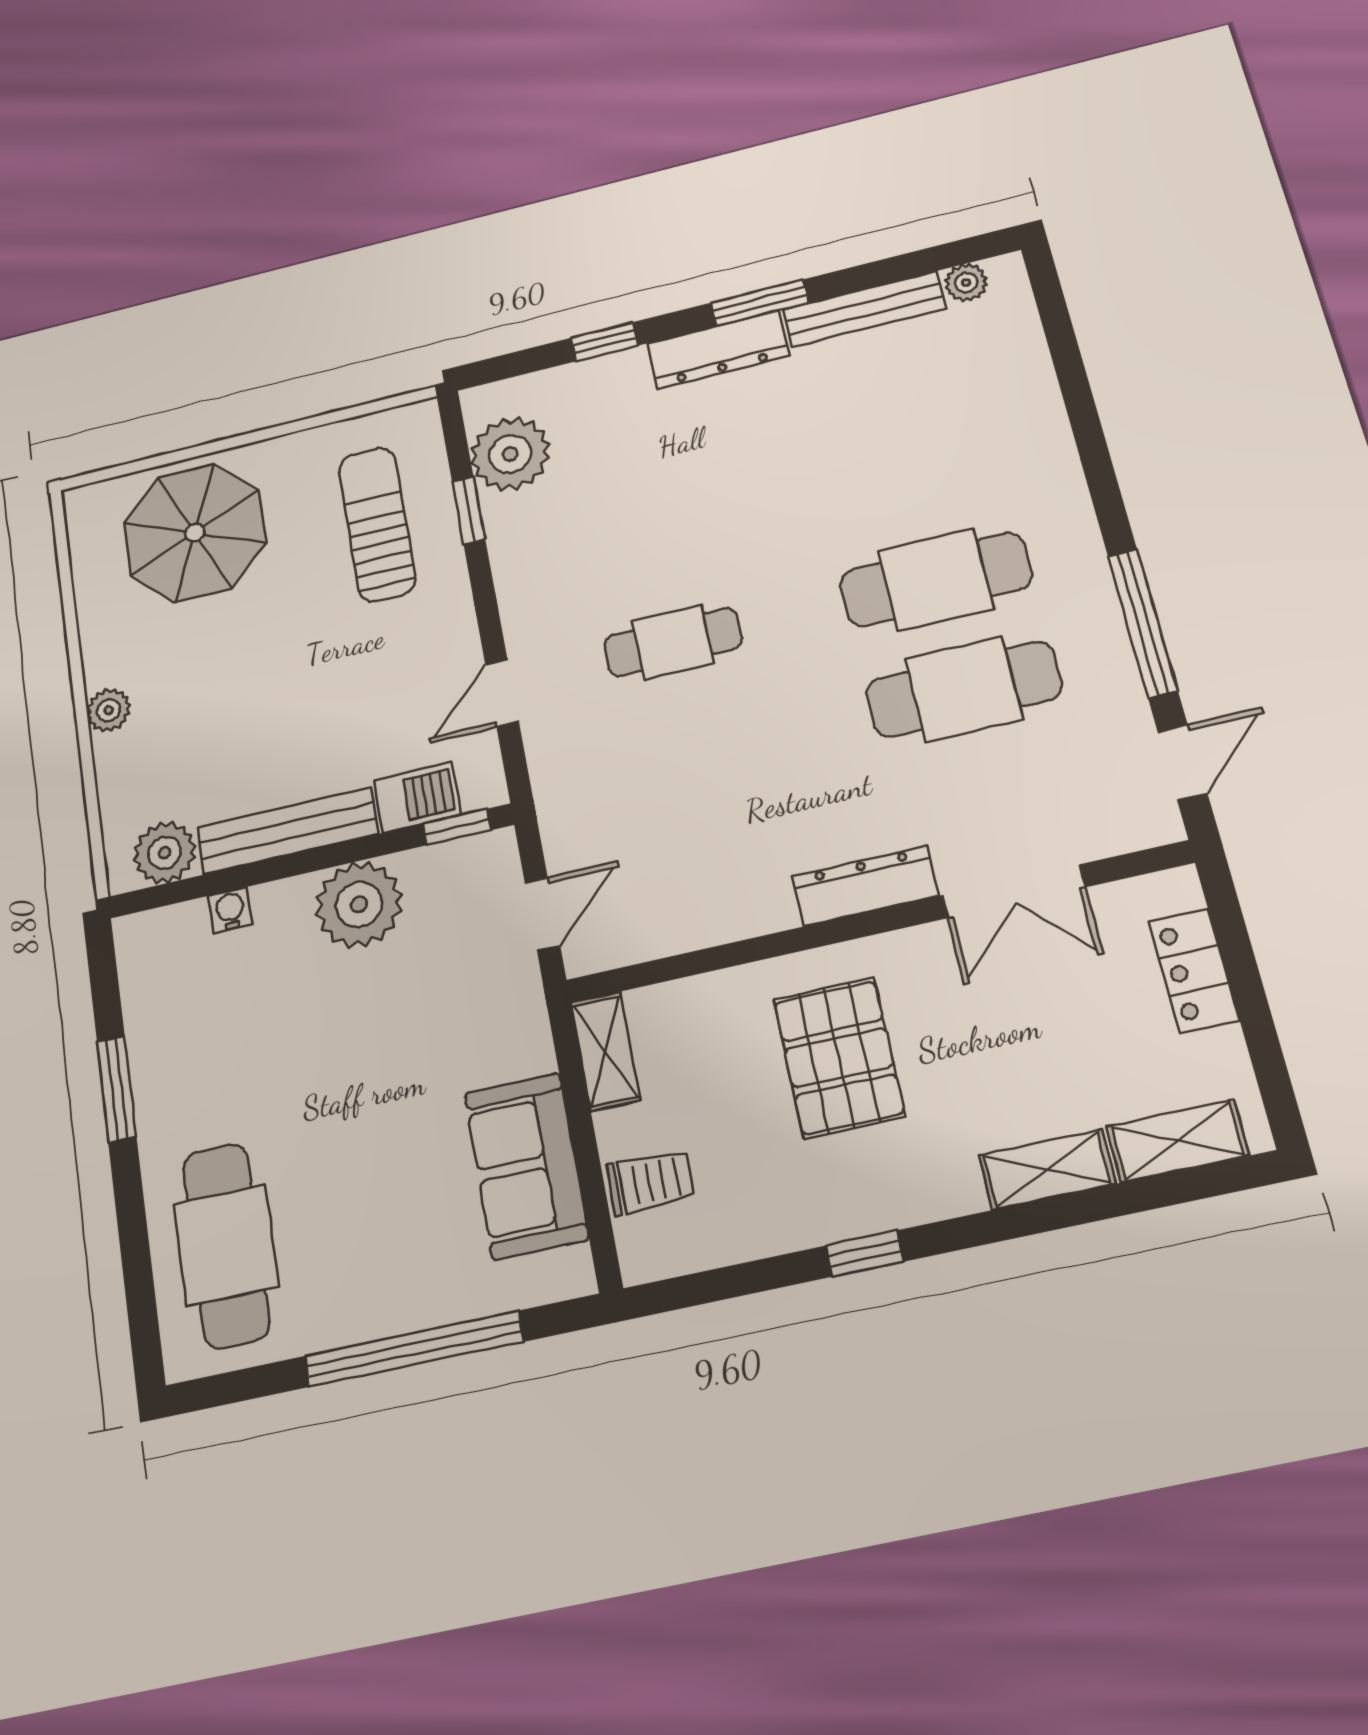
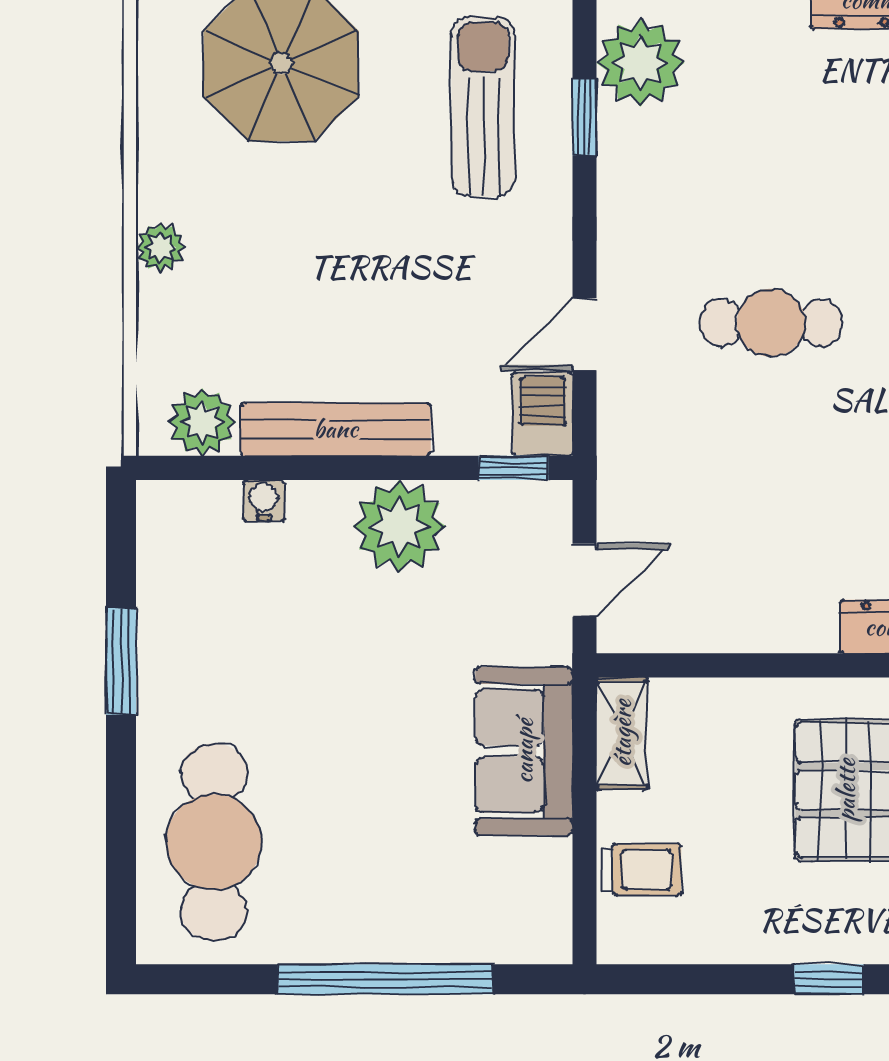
barbecue: (417, 797) -> (543, 414), moved, turned -90
sofa: (526, 1166) -> (524, 751), moved

